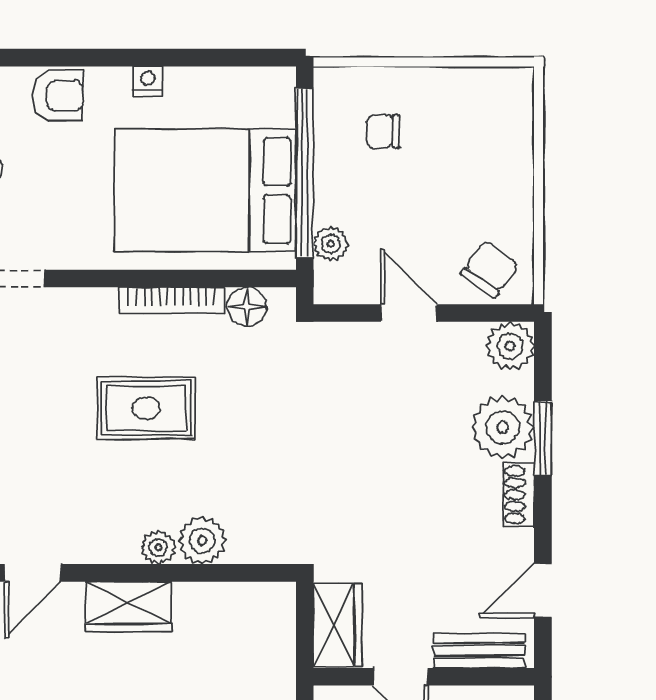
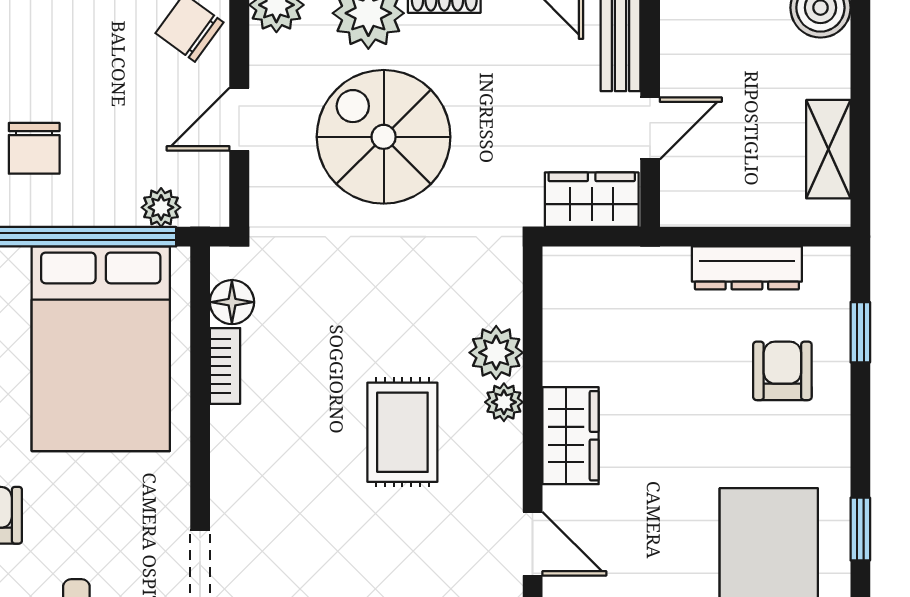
chair: (383, 132) -> (34, 148), width x1.37, depth x1.37
bookcase: (171, 301) -> (225, 366), width x0.64
rug: (146, 408) -> (402, 432), moved
spiral stairs: (393, 441) -> (384, 137), added

